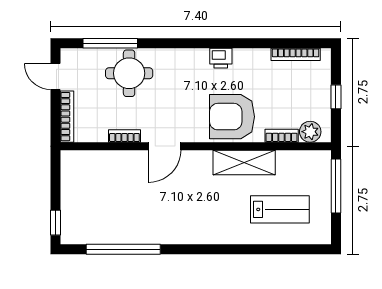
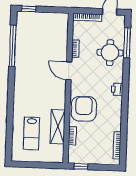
printer: (221, 58) -> (117, 89), moved
window: (336, 97) -> (81, 166), moved
plant: (310, 132) -> (74, 152), removed
shelving: (244, 163) -> (58, 127), moved
window: (336, 186) -> (43, 165), removed

